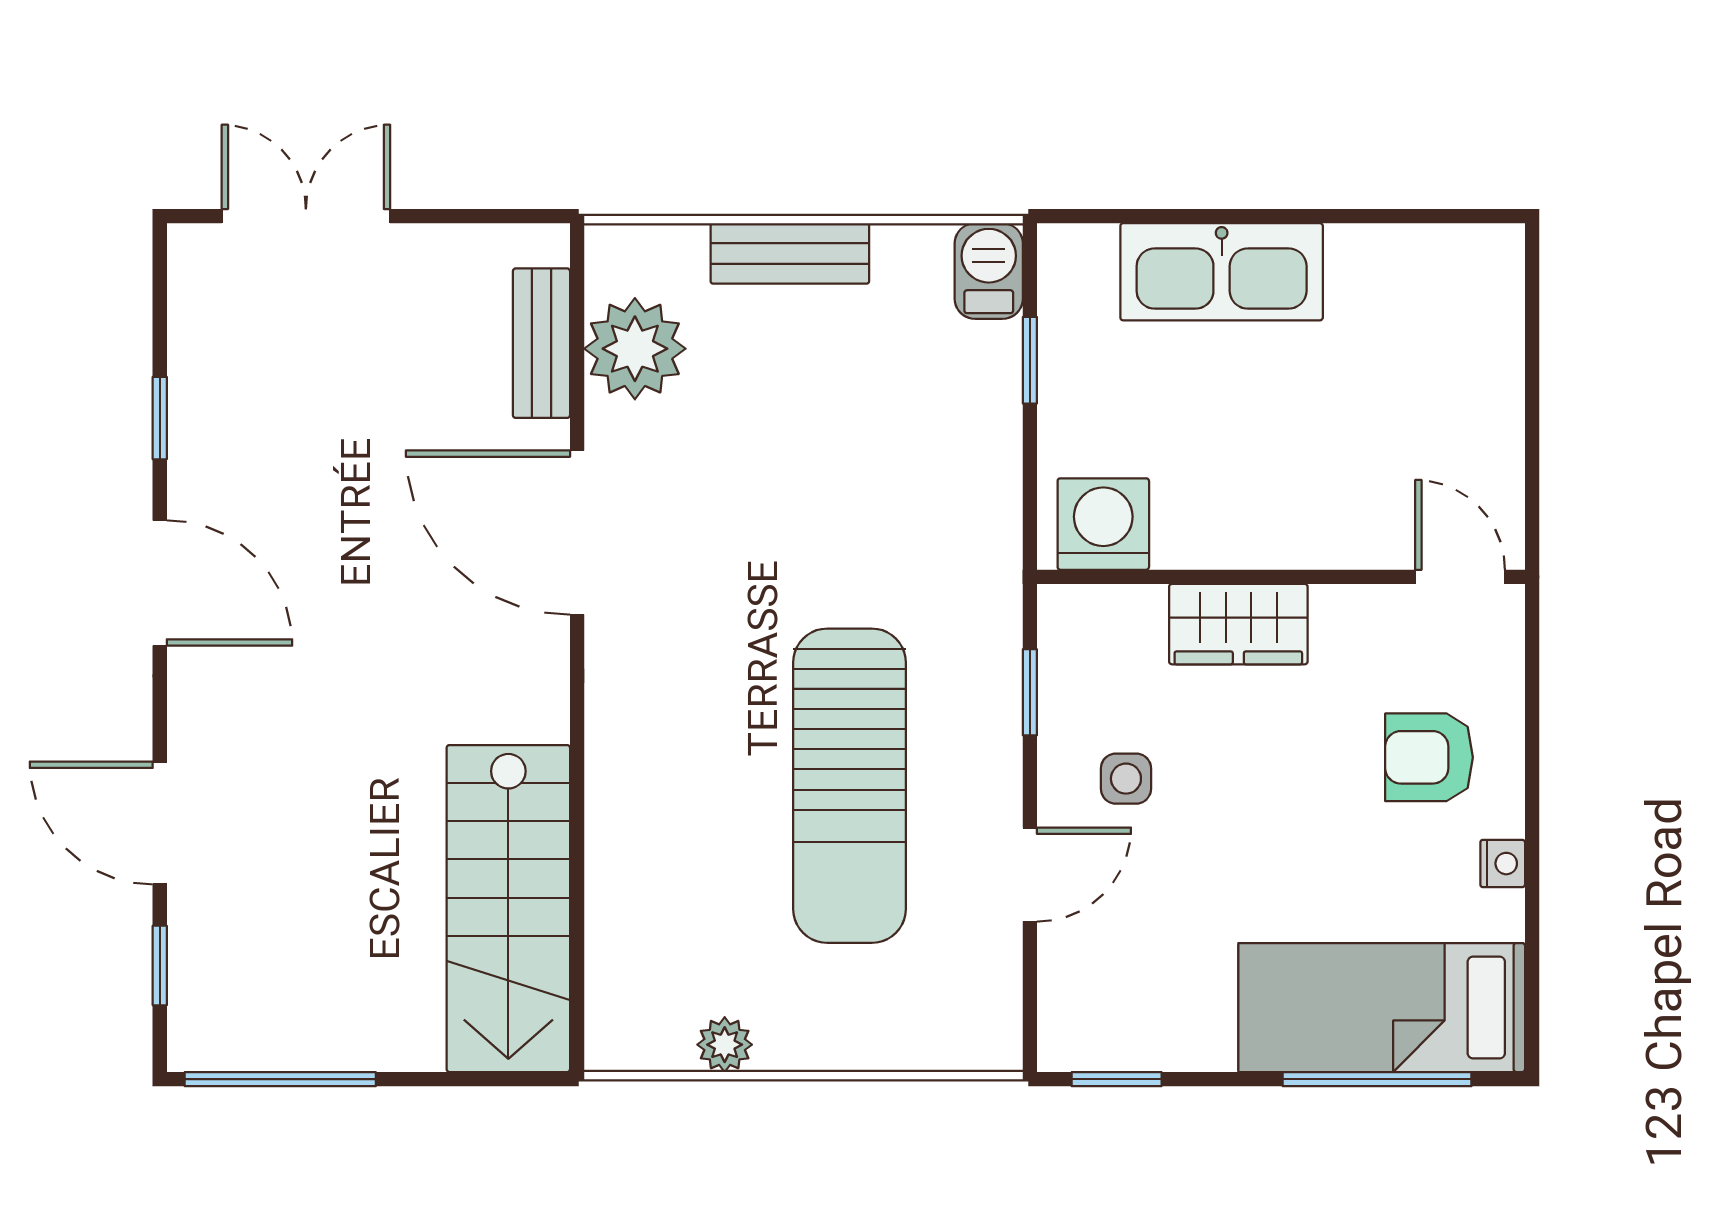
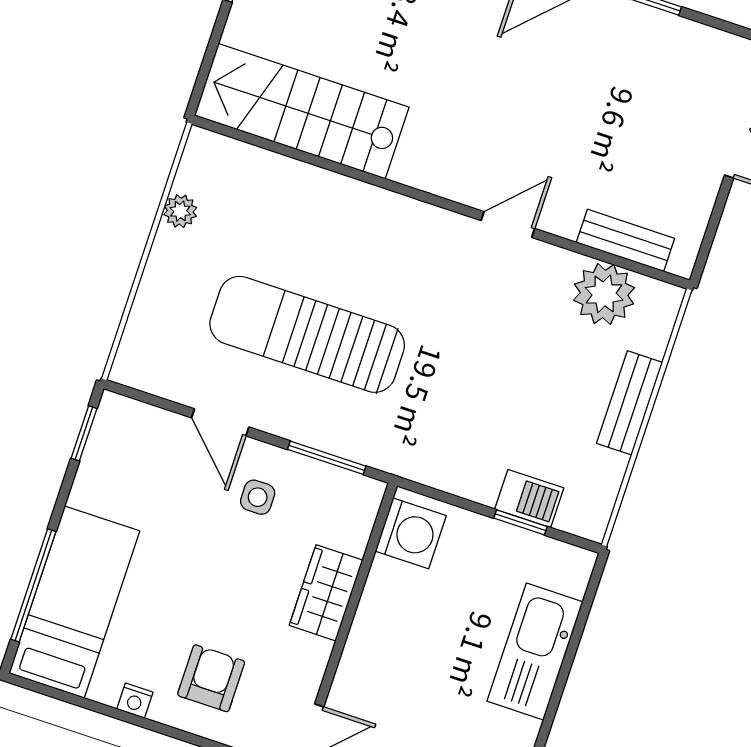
barbecue: (989, 271) -> (529, 499), moved
door: (577, 533) -> (508, 224), width x0.53
window: (1030, 692) -> (327, 458), width x1.50

